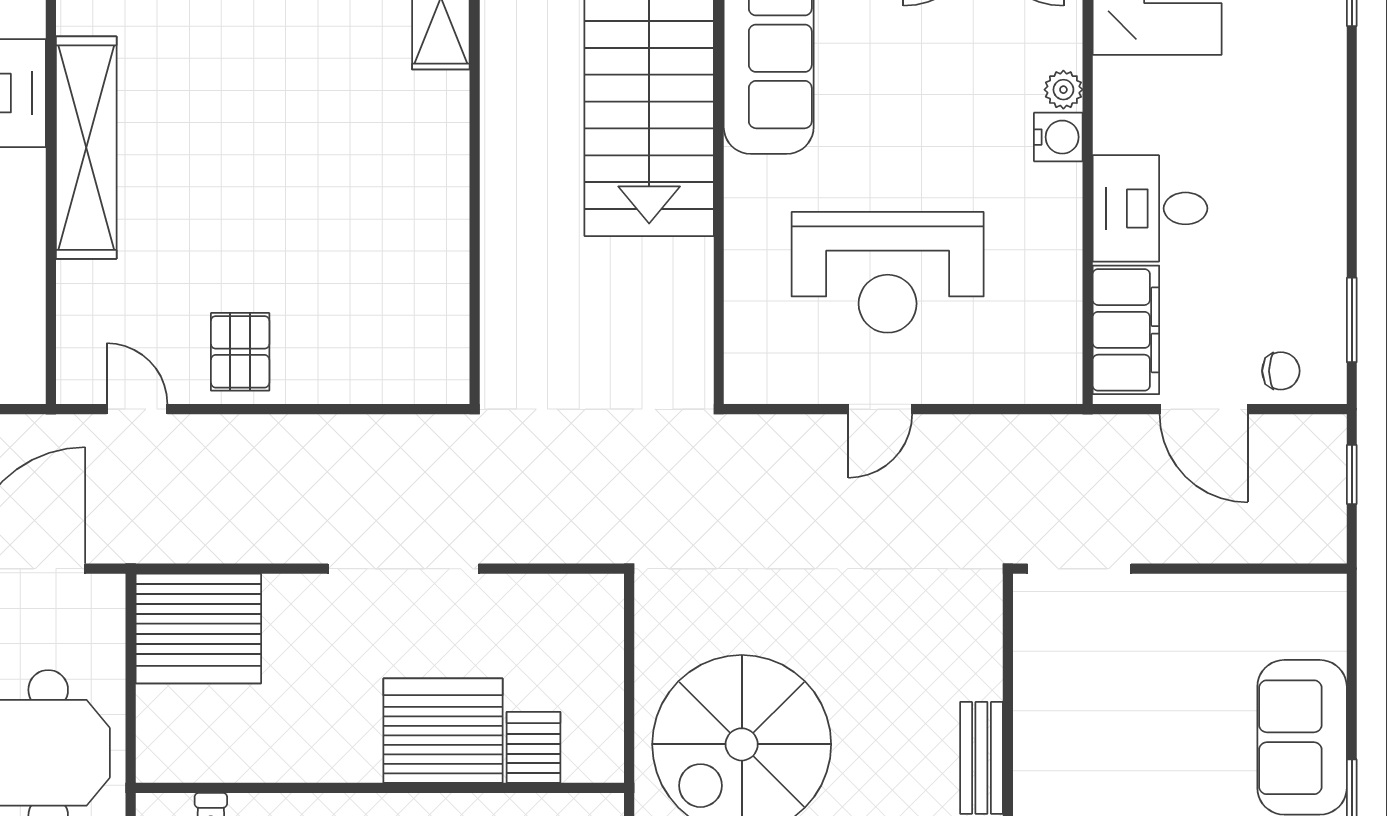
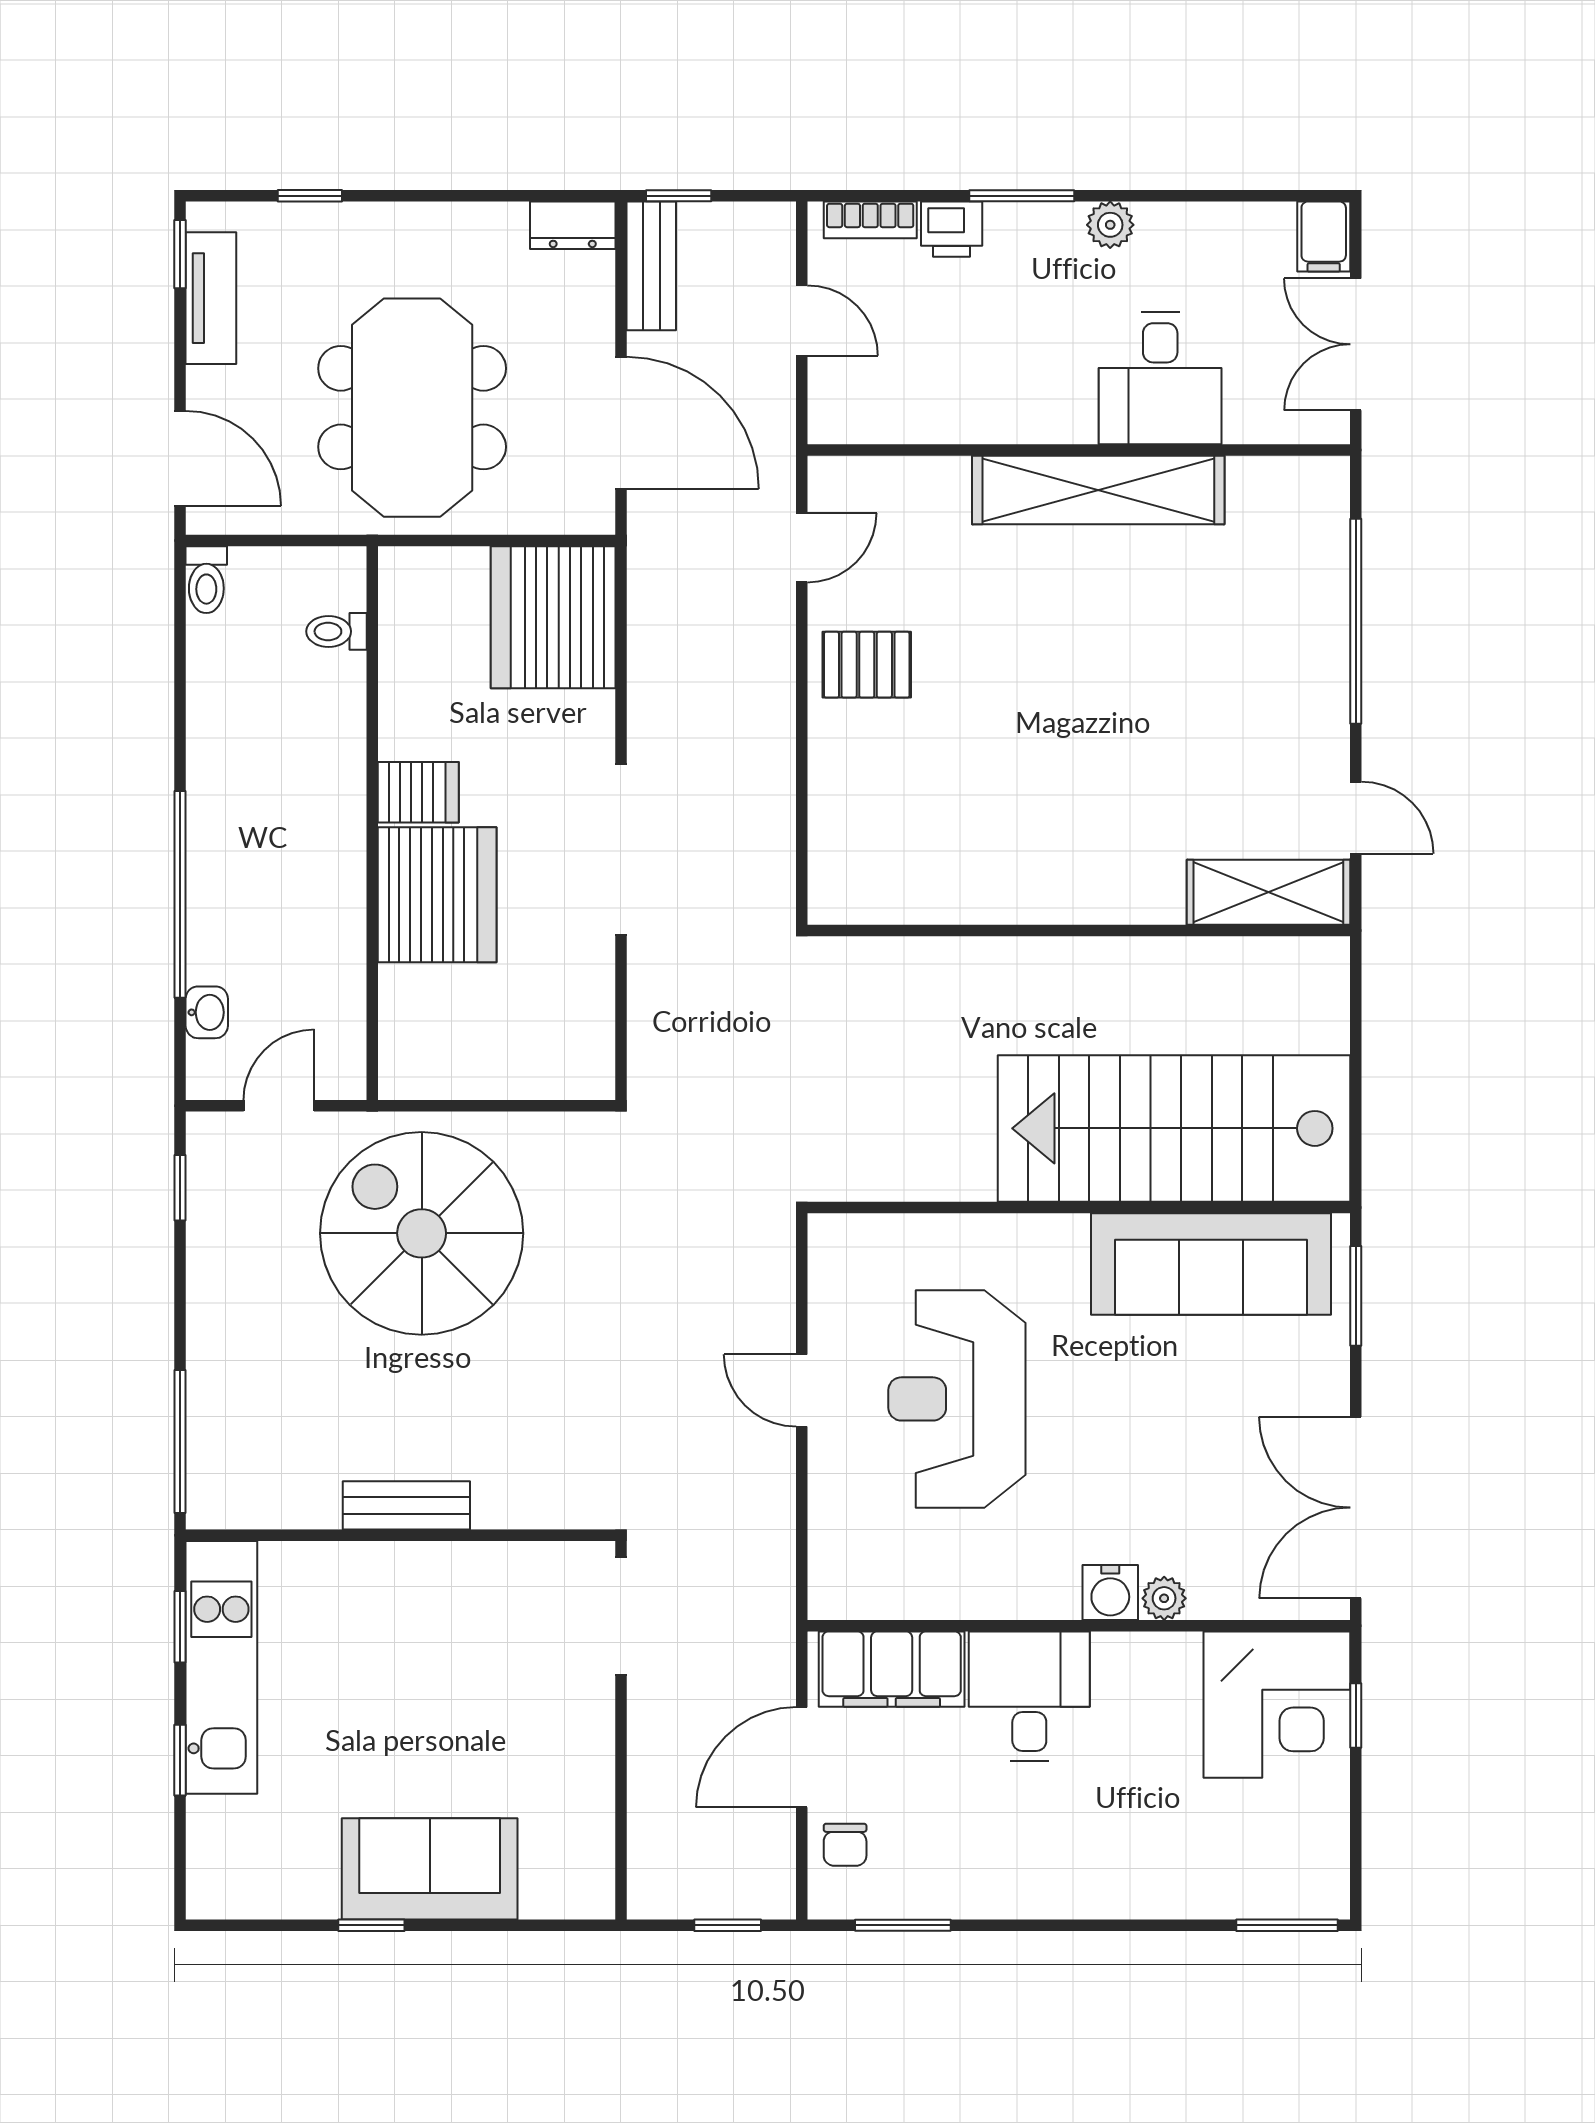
server rack: (534, 747) -> (418, 792), moved

